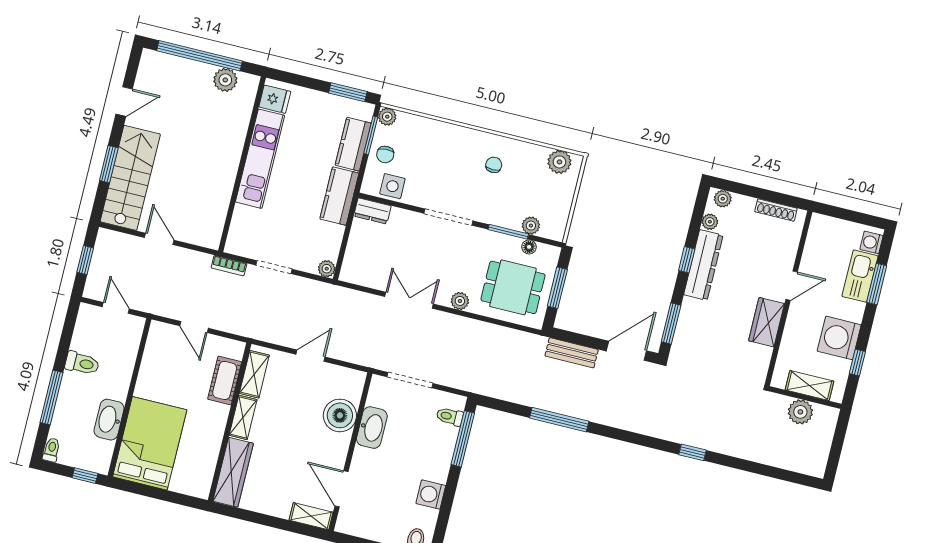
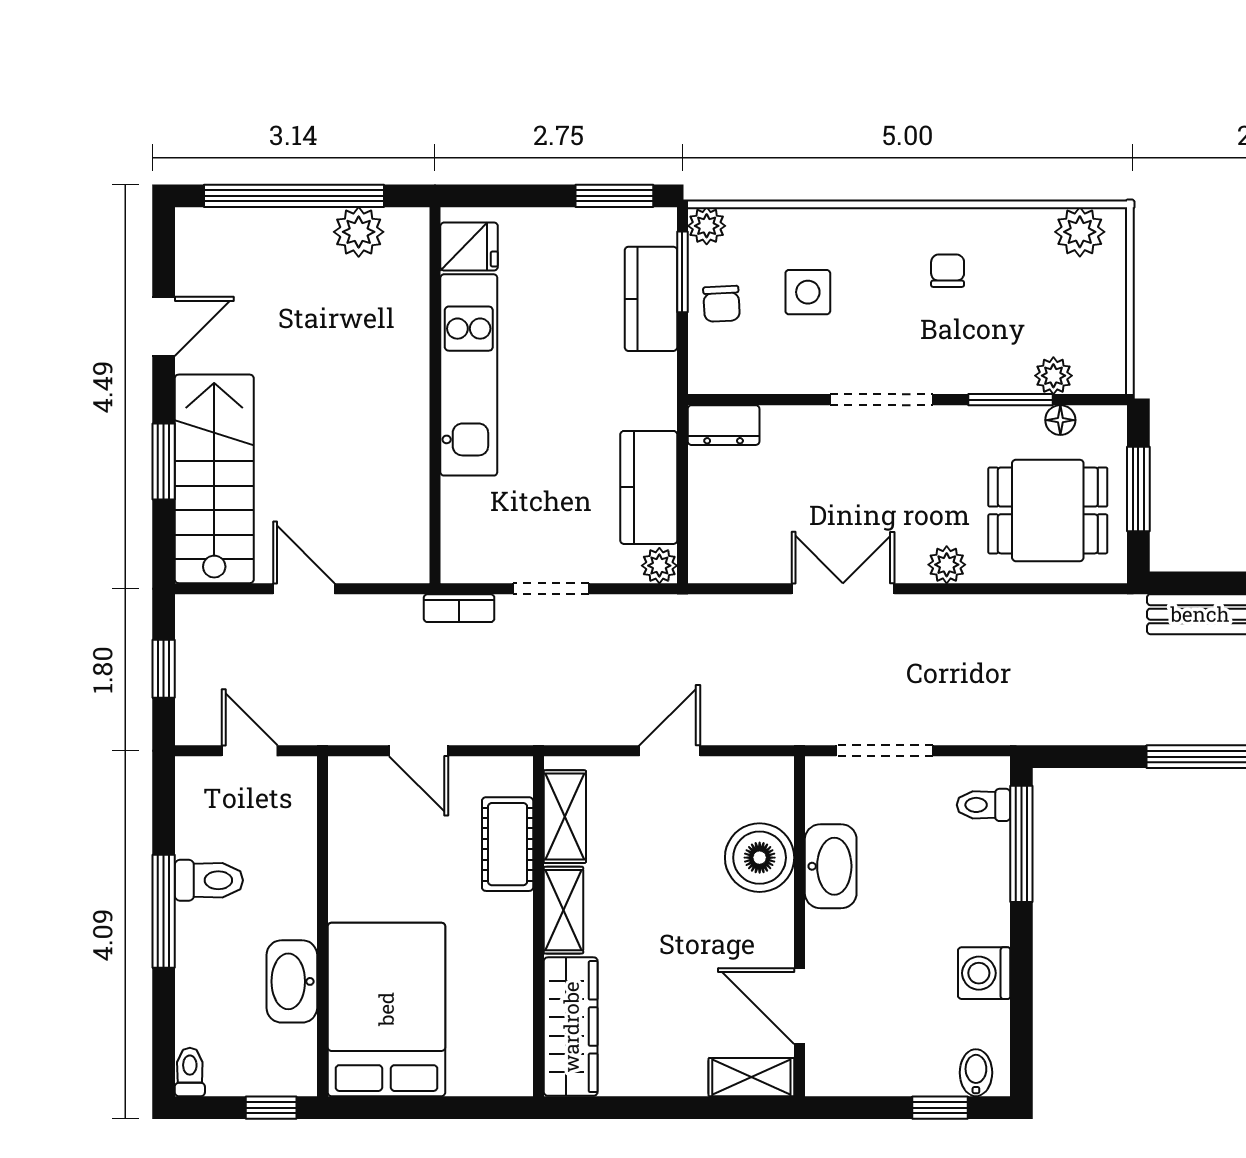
side table: (392, 186) -> (808, 292), moved
kitchen counter: (339, 196) -> (649, 487), moved
window: (51, 398) -> (164, 911), moved

